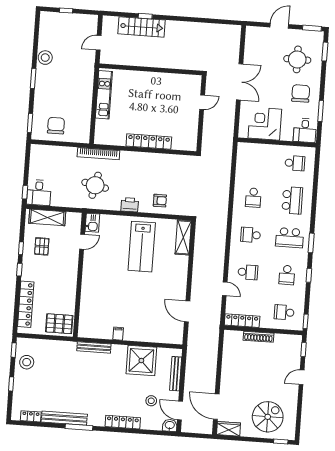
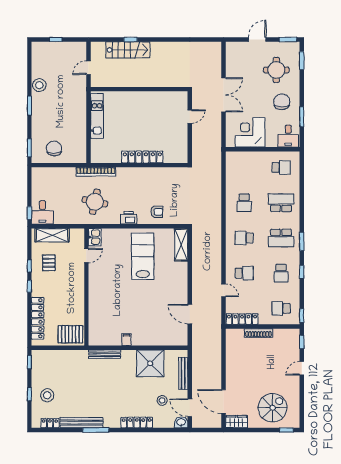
school desk: (292, 200) -> (281, 203), turned -90
lab bench: (142, 247) -> (143, 256), turned 180
stool: (27, 362) -> (47, 395), moved

